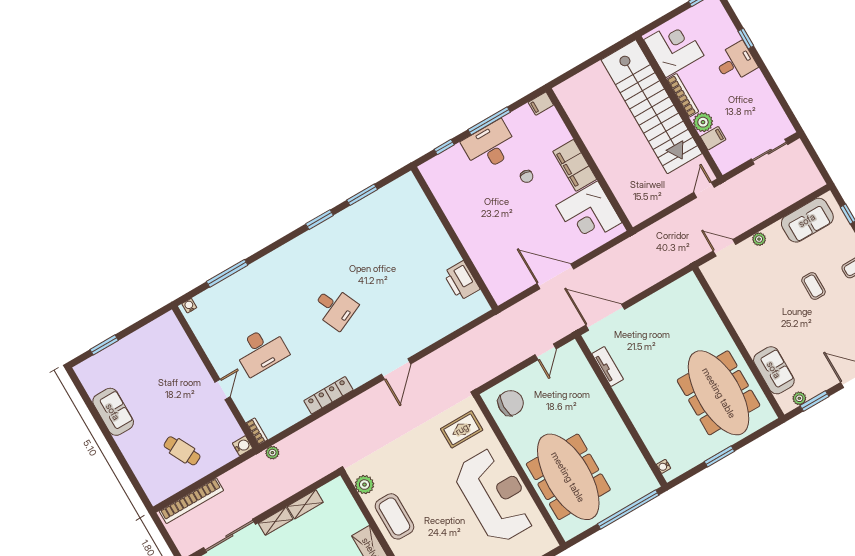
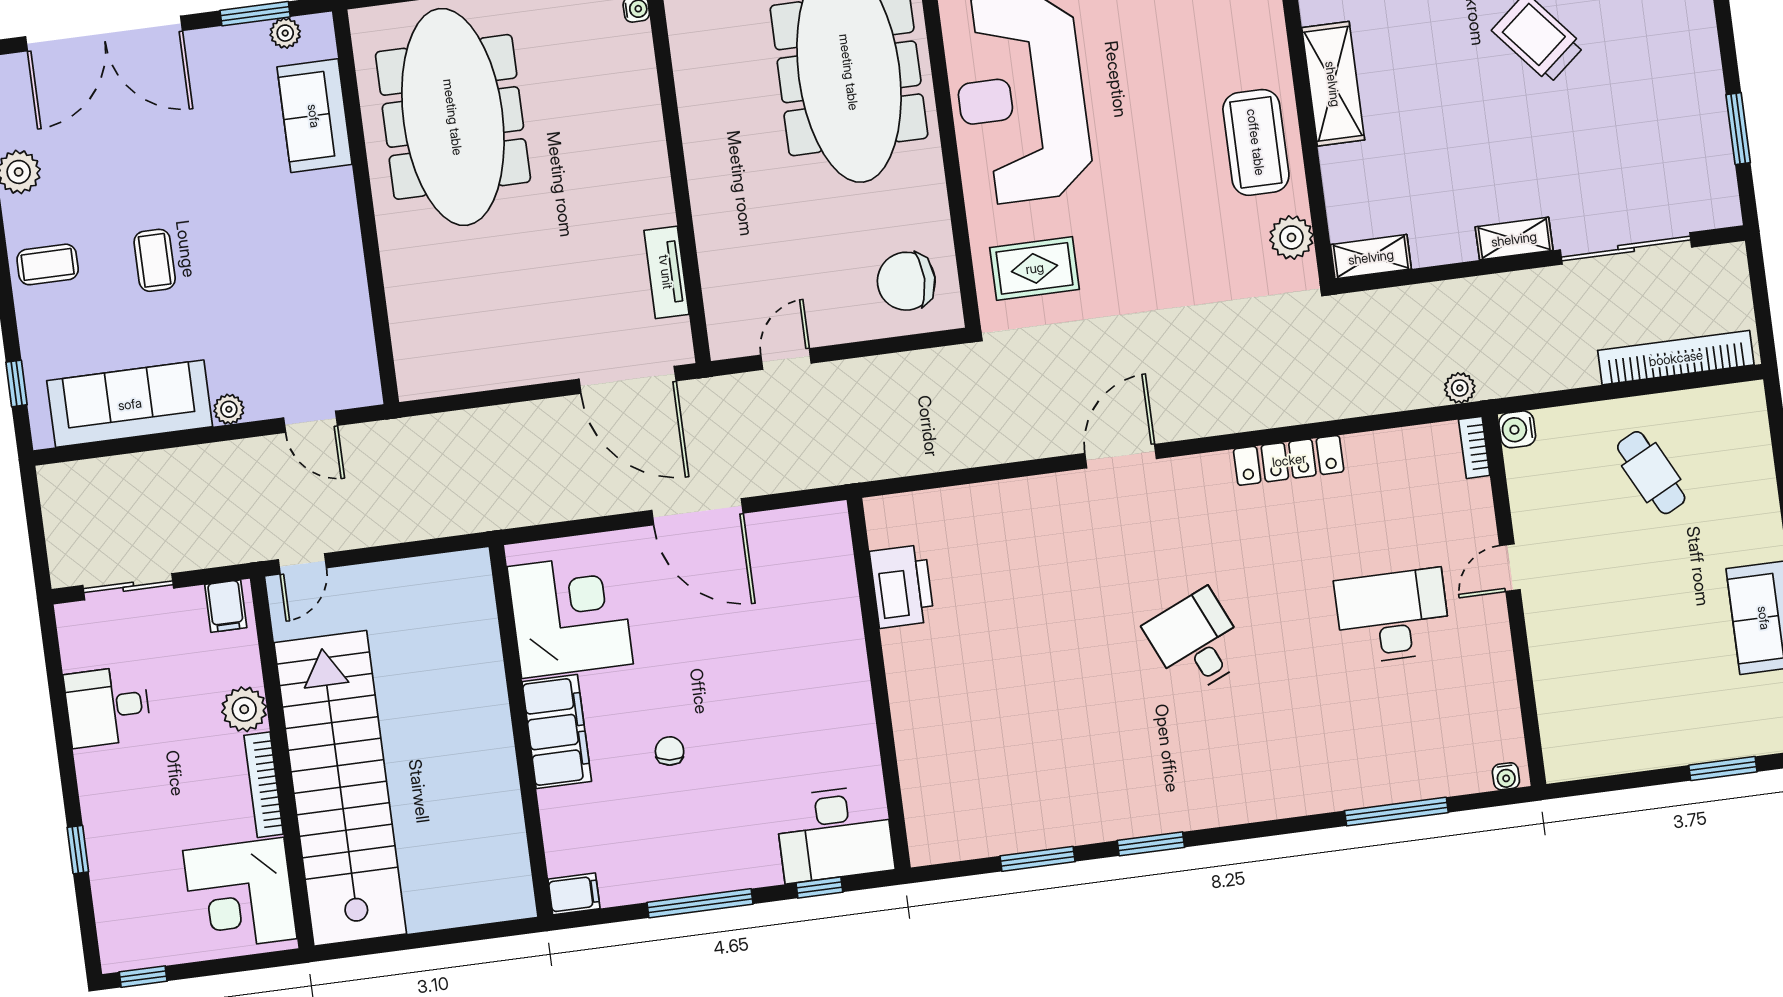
desk: (736, 62) -> (107, 707), moved
filing cabinet: (713, 138) -> (226, 606), moved, turned -90
desk: (490, 146) -> (835, 834), moved
sofa: (807, 220) -> (130, 404), width x1.36
shelving: (305, 504) -> (1371, 257), moved

